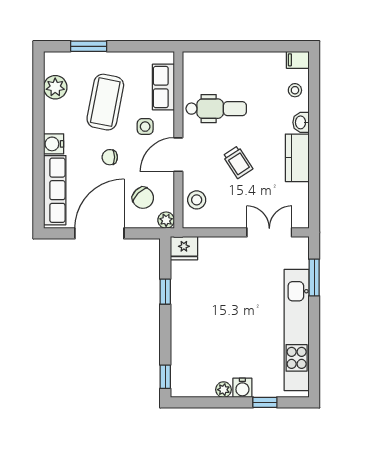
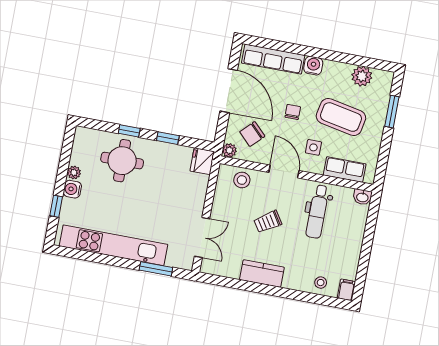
washbasin: (301, 122) -> (362, 197), moved, turned 180
round table: (200, 338) -> (122, 161), added
window: (165, 377) -> (129, 131), moved

